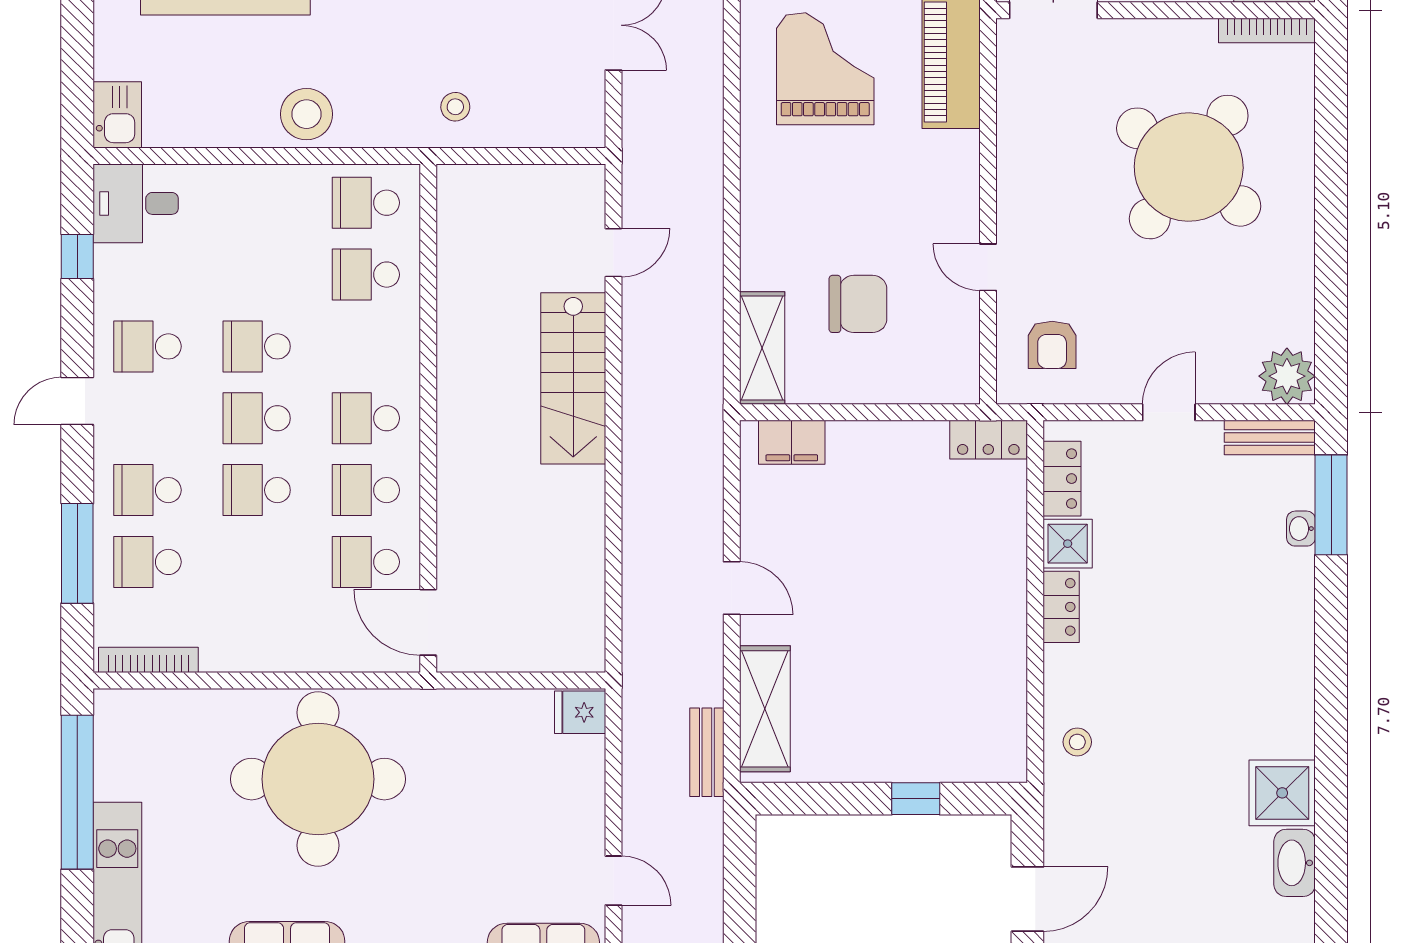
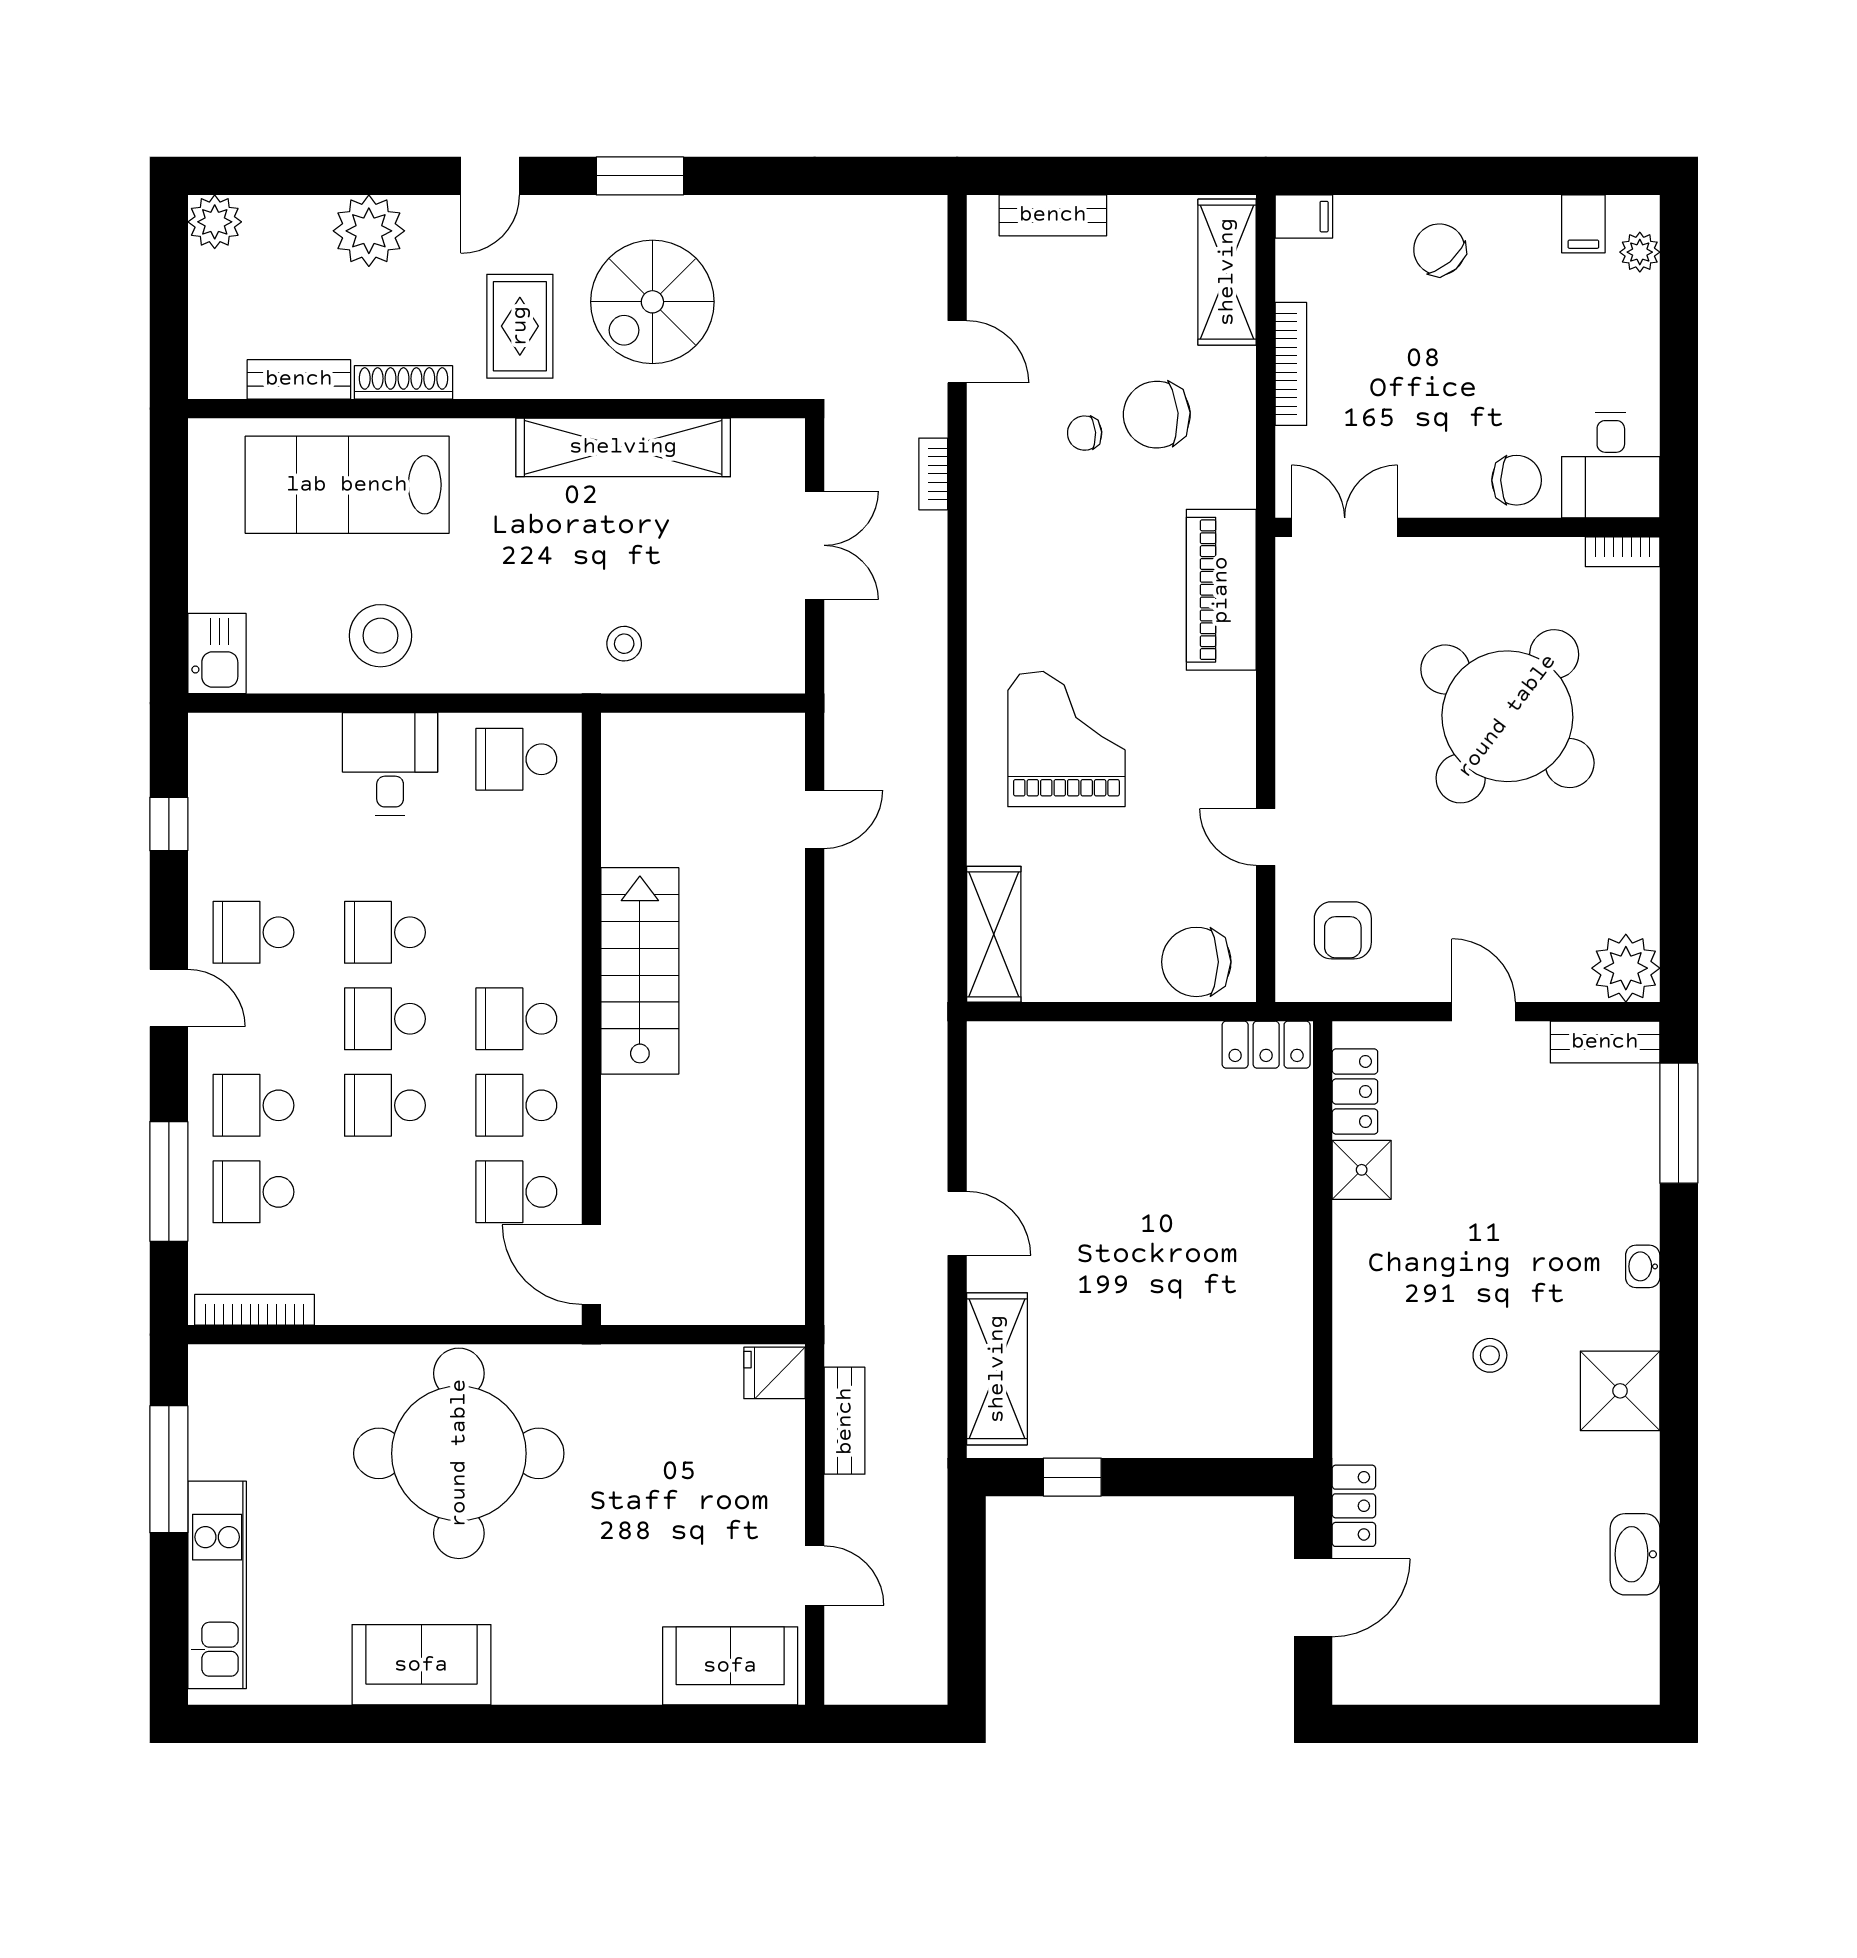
bookcase: (1267, 30) -> (1623, 552), width x0.64
grand piano: (825, 69) -> (1066, 739), moved
stool: (306, 114) -> (380, 636), moved
desk: (136, 203) -> (390, 764), moved, turned 90
school desk: (366, 275) -> (516, 846), removed
chair: (858, 304) -> (1196, 962), moved, turned 180
stairs: (573, 378) -> (640, 971), moved, turned 180
door: (77, 401) -> (169, 998), swing flipped
door: (1169, 412) -> (1484, 1012), hinge flipped
filing cabinet: (792, 442) -> (1029, 1048), removed
washbasin: (1301, 529) -> (1643, 1266), moved
locker: (1061, 607) -> (1354, 1506), moved
stool: (1077, 742) -> (1490, 1355), moved
bench: (707, 752) -> (845, 1421), moved
window: (77, 792) -> (169, 1469), width x0.68
shower: (1282, 793) -> (1620, 1391), moved
window: (916, 799) -> (1072, 1477), moved

